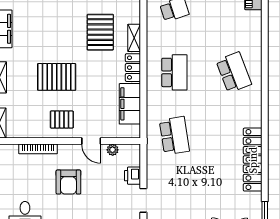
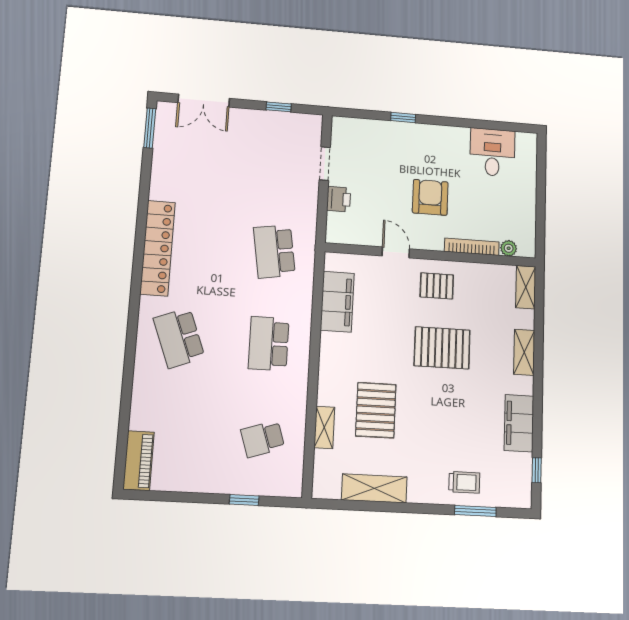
shelving: (134, 38) -> (324, 427), moved
locker: (133, 68) -> (330, 355), removed
plant: (113, 150) -> (509, 248), moved
locker: (253, 160) -> (158, 248), moved

